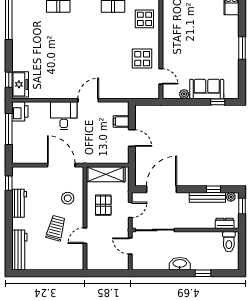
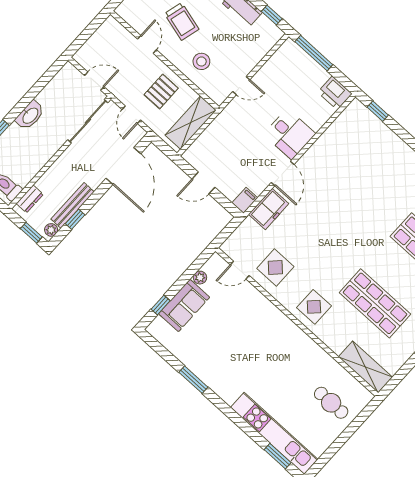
freezer: (20, 84) -> (269, 209), moved, turned -90
filing cabinet: (121, 121) -> (245, 200), moved
window: (9, 129) -> (314, 53), moved
door: (61, 165) -> (241, 86), width x0.53
pallet: (103, 205) -> (161, 91), turned 90

